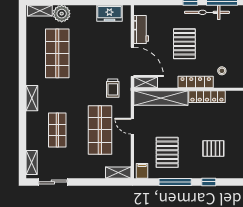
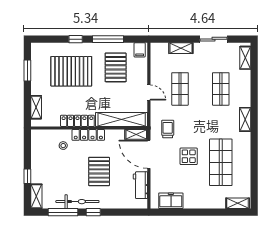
plant: (62, 14) -> (217, 200), removed
display table: (91, 60) -> (189, 156), added
shop shelf: (100, 130) -> (180, 89), width x0.70, depth x0.74
pallet: (213, 148) -> (71, 71), width x2.05, depth x2.00
shelving: (118, 173) -> (181, 48), moved
sliding door: (53, 182) -> (213, 39), moved

